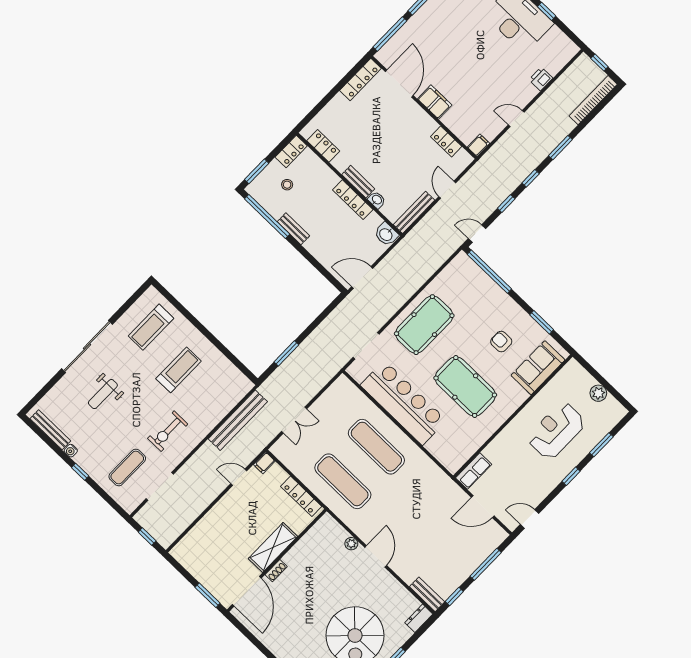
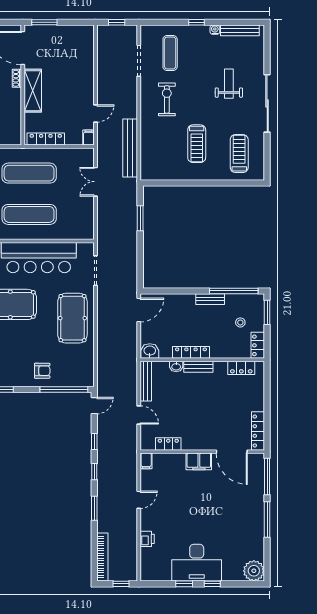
armchair: (501, 342) -> (42, 371), moved

